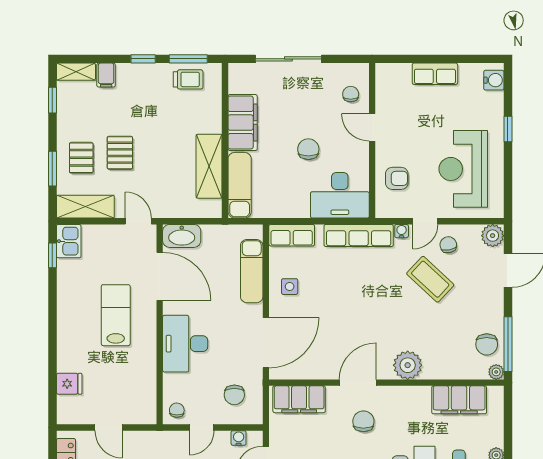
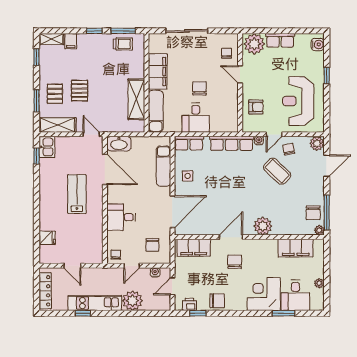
plant: (394, 79) -> (254, 44), added
desk: (340, 195) -> (196, 118), moved, width x0.73
desk: (185, 344) -> (121, 217), width x0.73

